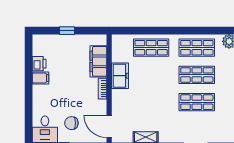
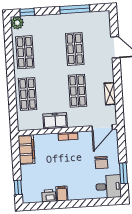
window: (67, 31) -> (18, 187), moved
filing cabinet: (98, 61) -> (27, 150), moved, turned -90
shop shelf: (197, 75) -> (77, 91), moved

